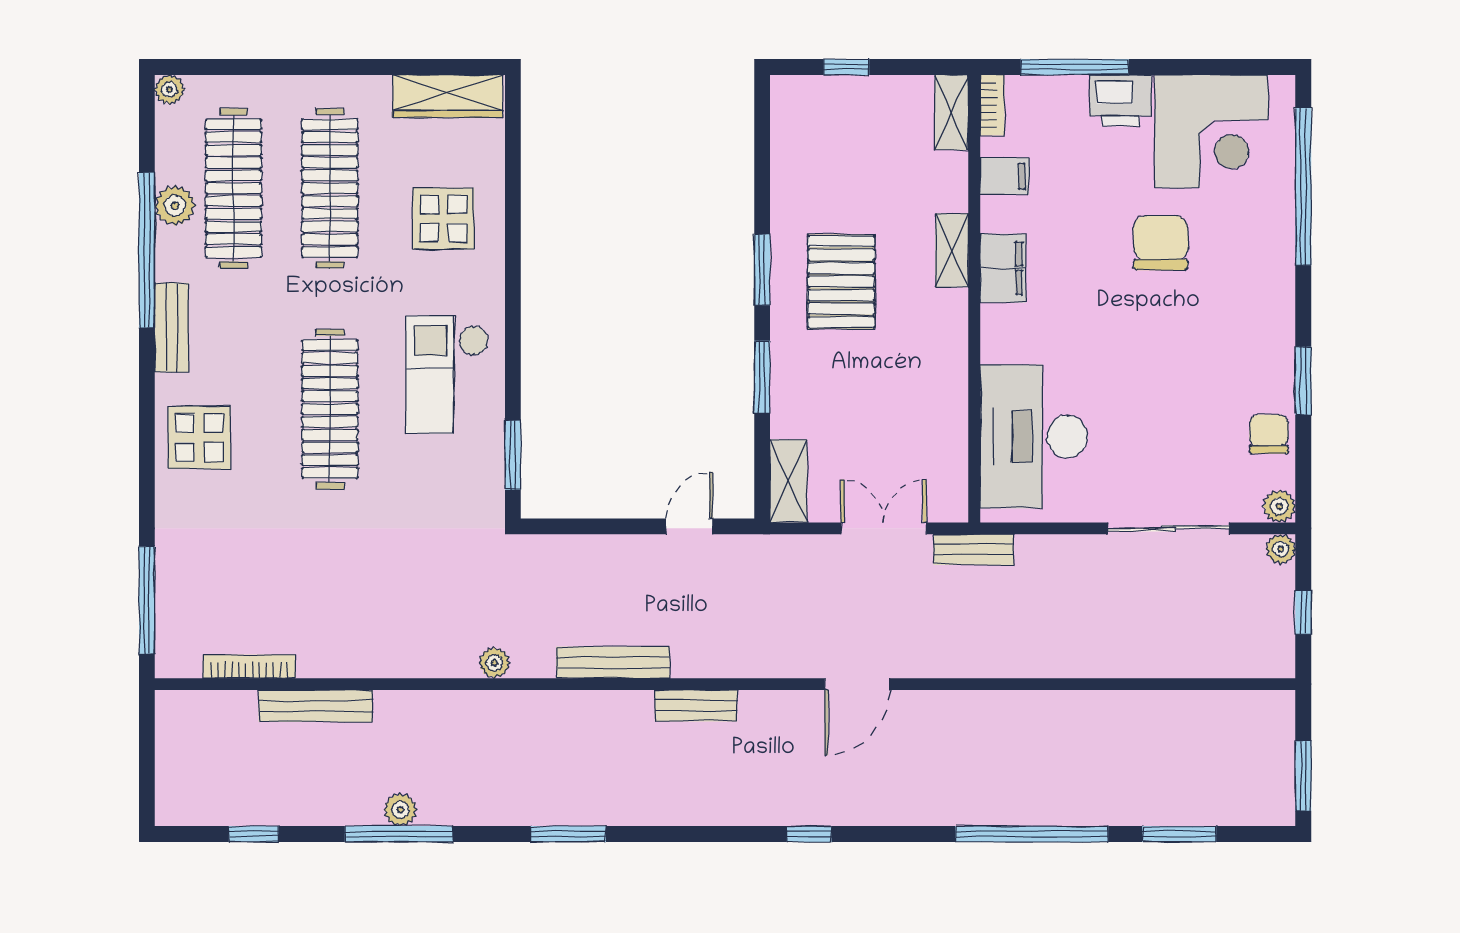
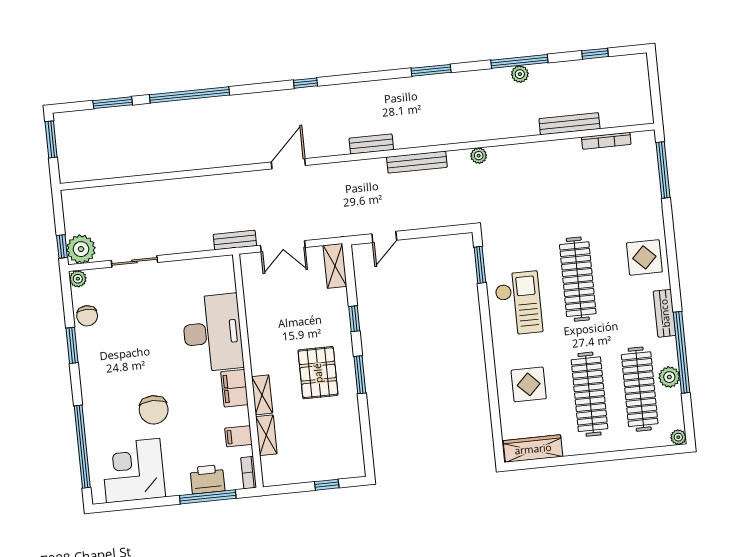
printer: (1120, 100) -> (207, 479), moved
shelving: (952, 112) -> (266, 435), moved
window: (762, 377) -> (354, 319), width x0.67
desk: (1034, 436) -> (213, 333), moved
sliding door: (1168, 528) -> (134, 261), width x0.73
plant: (1281, 549) -> (81, 249), width x1.88, depth x1.88
window: (1303, 612) -> (62, 246), moved

